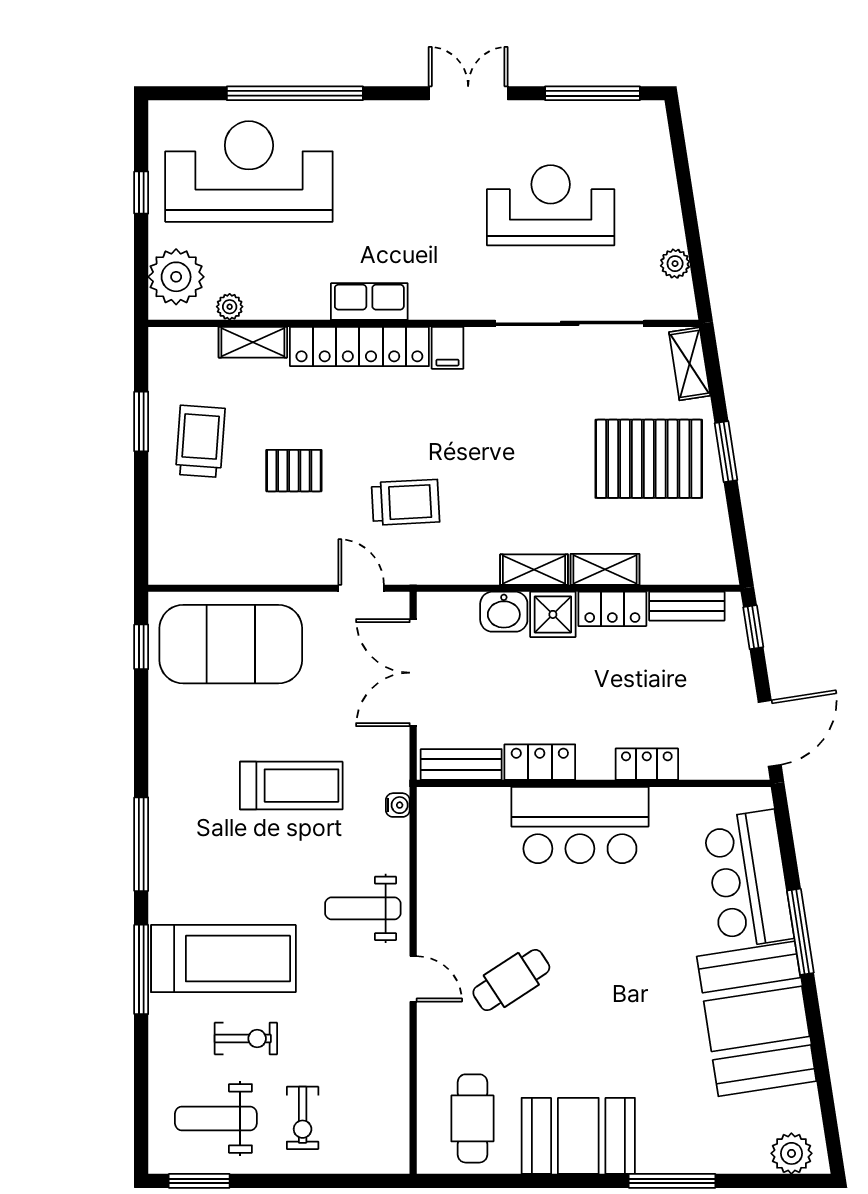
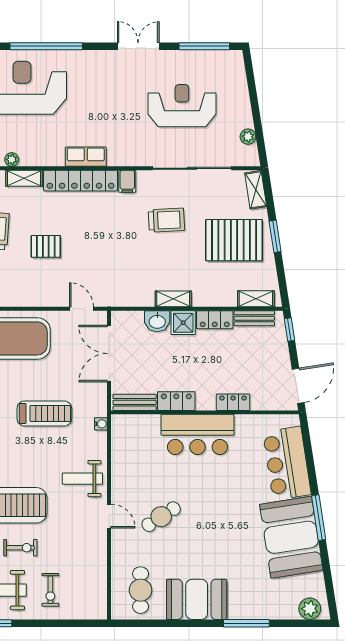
trolley: (405, 502) -> (166, 220), moved
shelving: (605, 569) -> (256, 299), moved
window: (800, 932) -> (319, 518), moved

